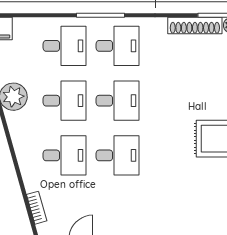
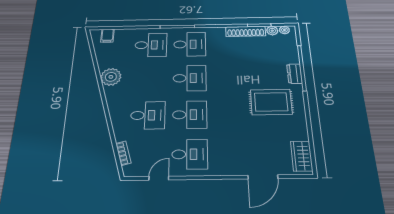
desk: (65, 101) -> (190, 154), moved

